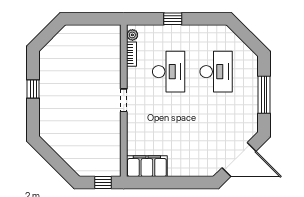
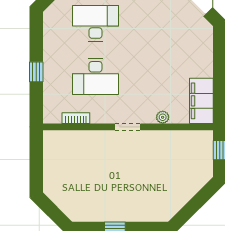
plant: (132, 35) -> (163, 117), moved
desk: (169, 72) -> (95, 77), turned 180

